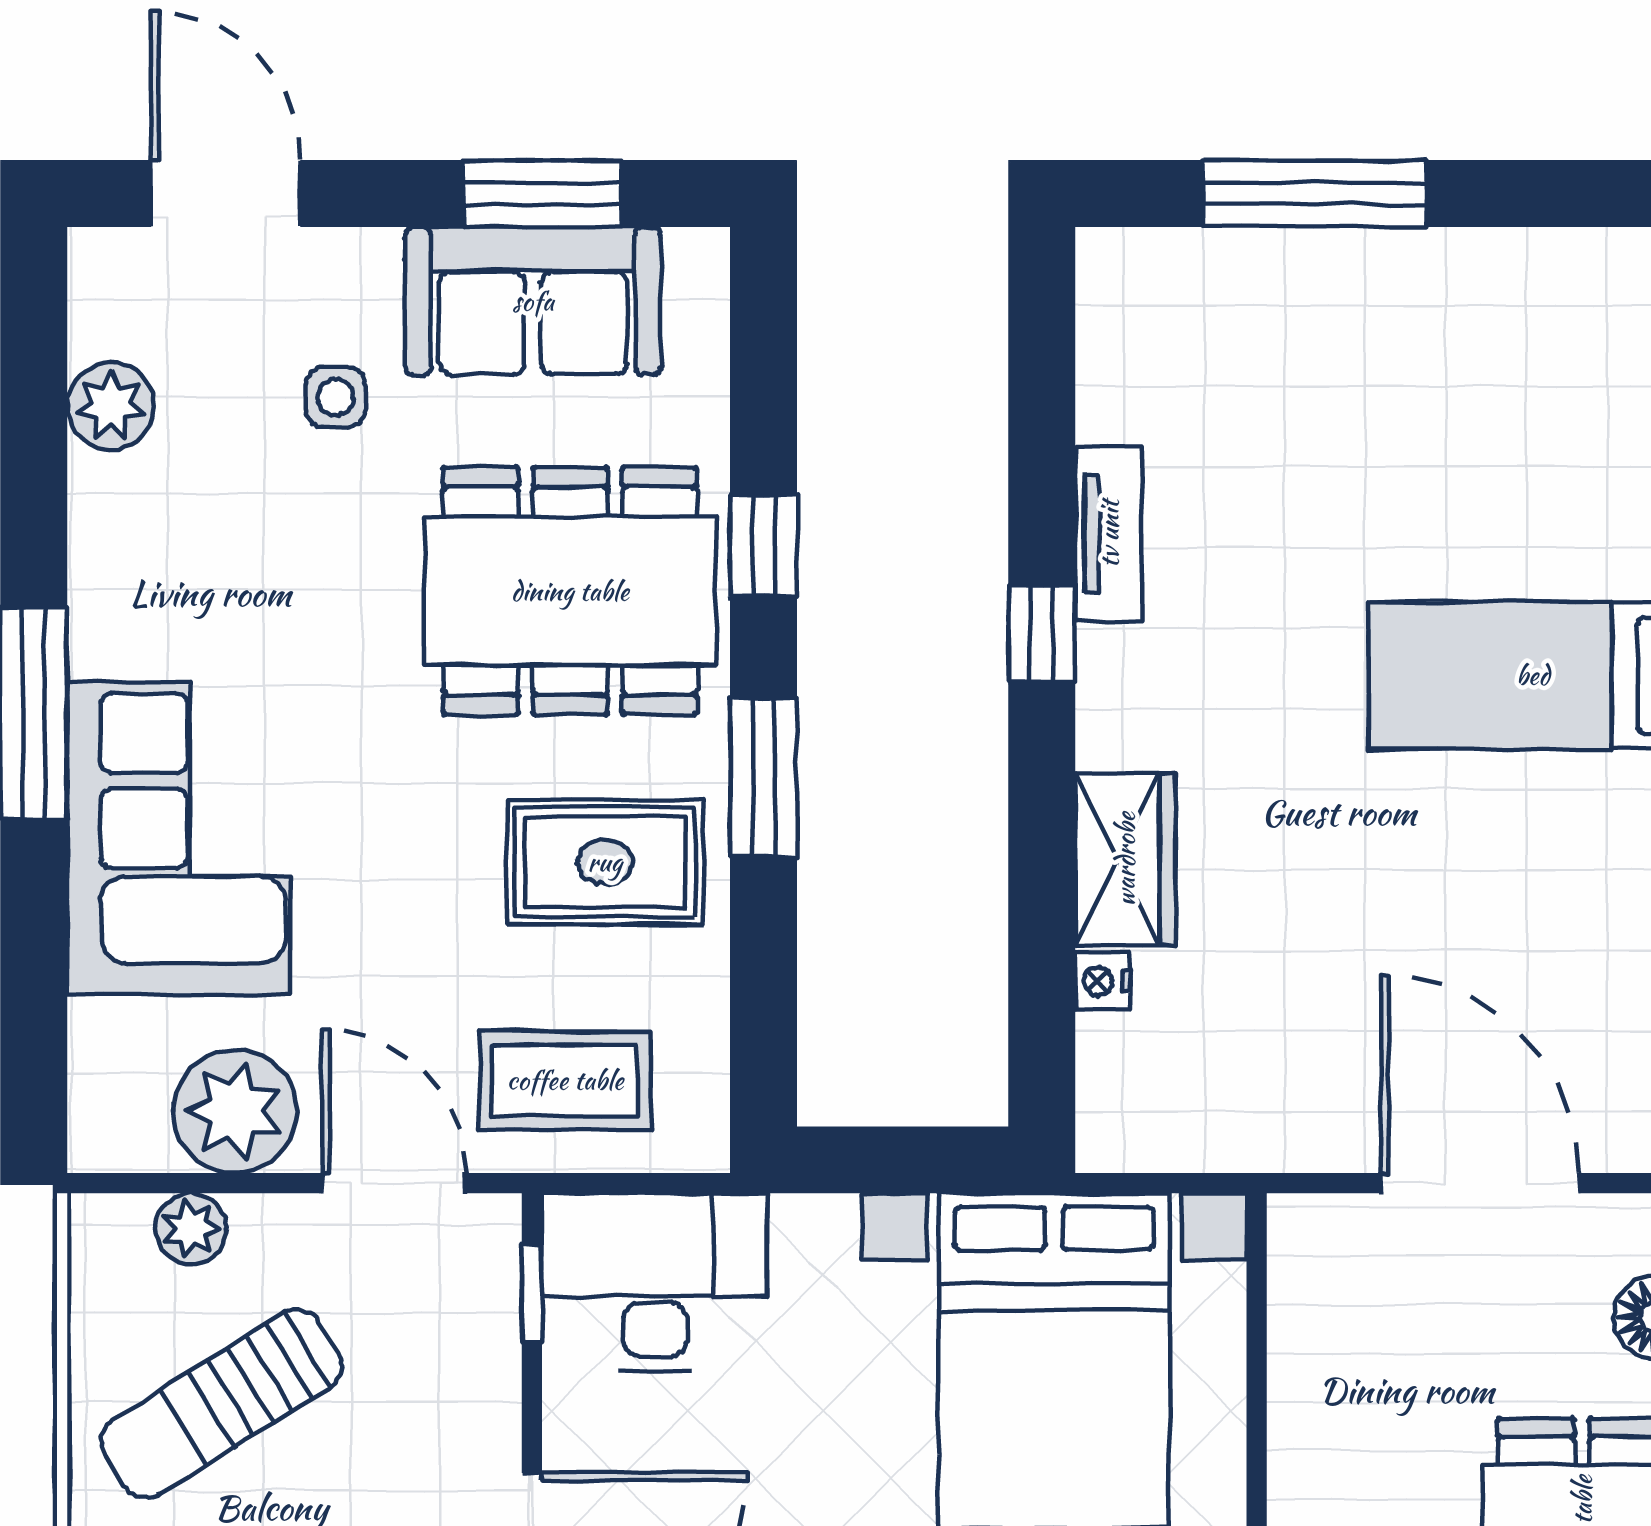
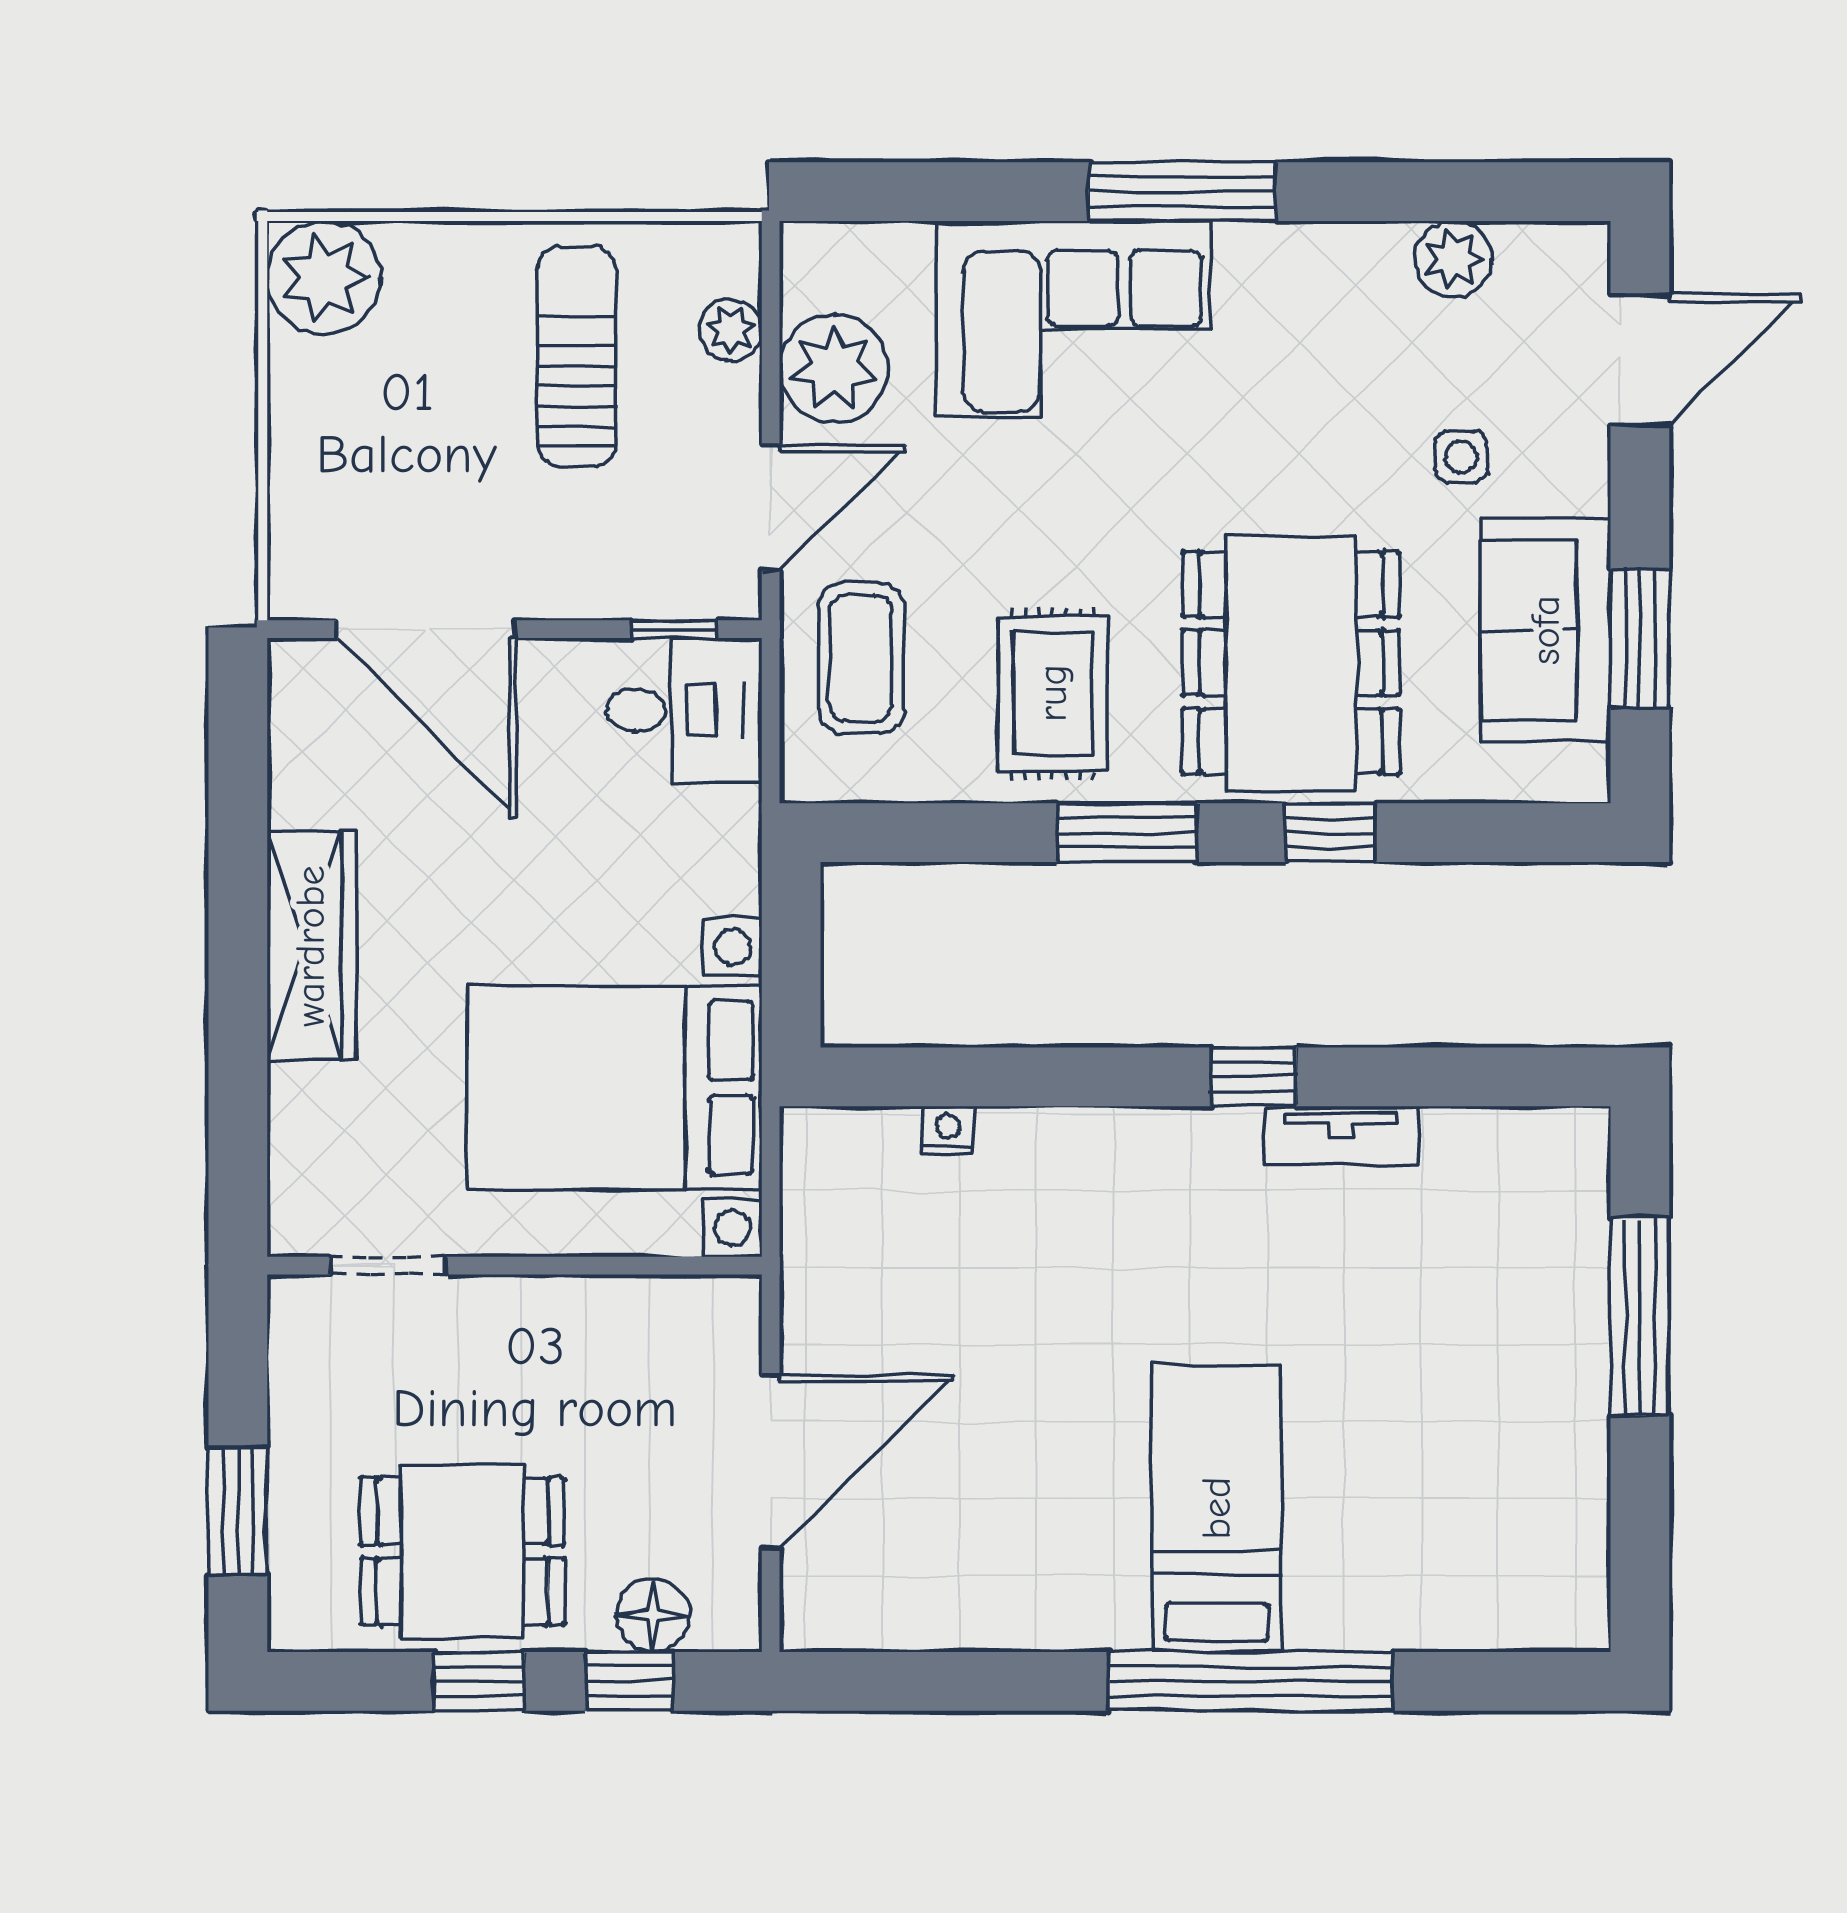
wardrobe: (1125, 859) -> (1055, 1150), removed
desk: (655, 1282) -> (684, 710), width x0.73
sun lounger: (222, 1404) -> (577, 356), turned 32

